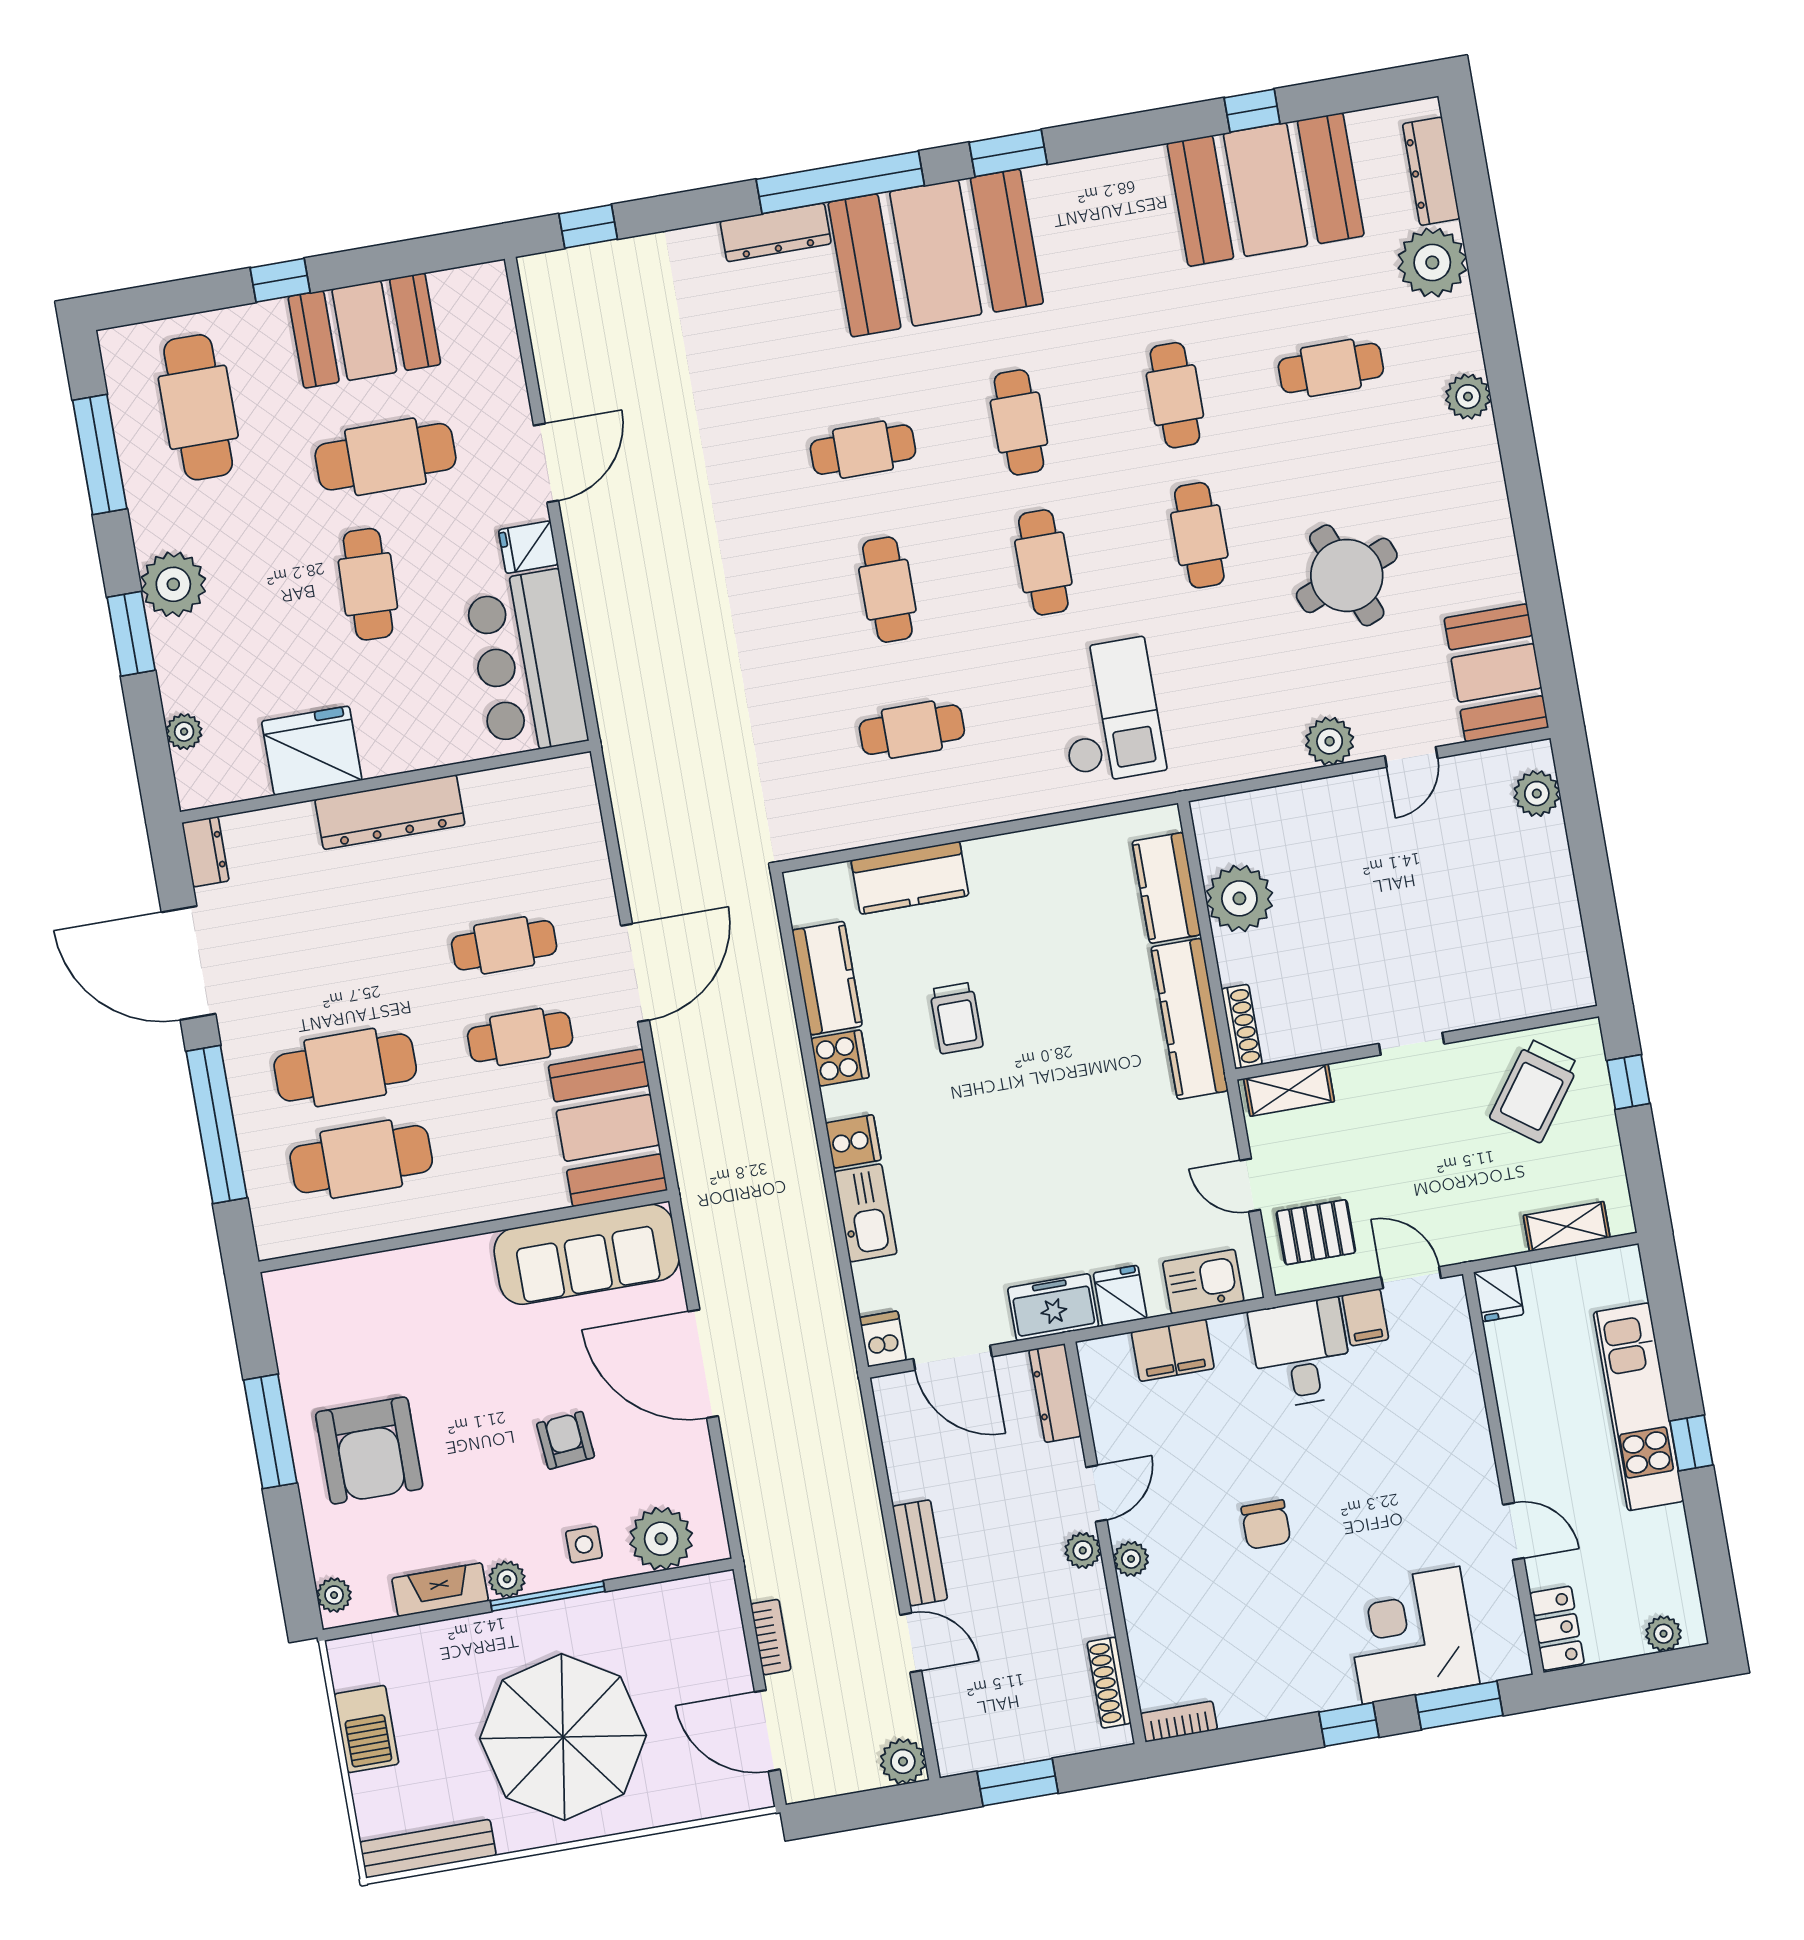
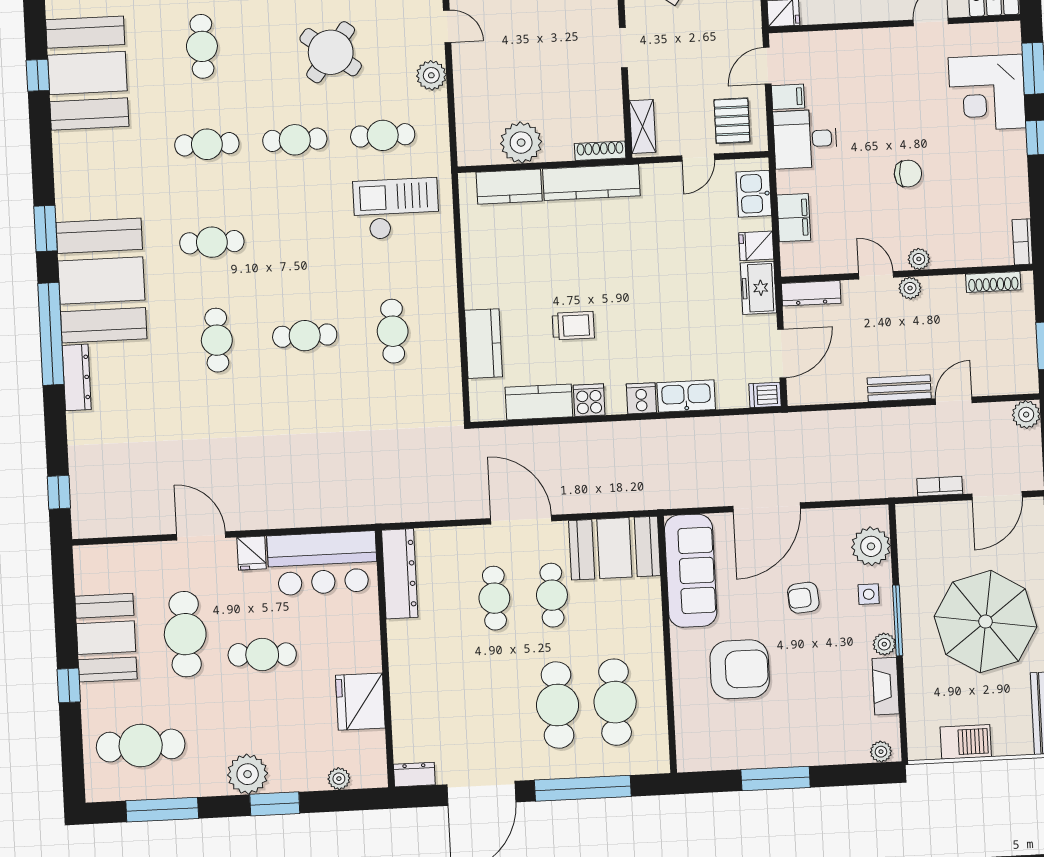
cafe table: (1043, 562) -> (383, 135), moved
round table: (1347, 575) -> (331, 52), turned -31
dresser: (390, 812) -> (400, 574), moved
armchair: (369, 1450) -> (740, 669), moved

